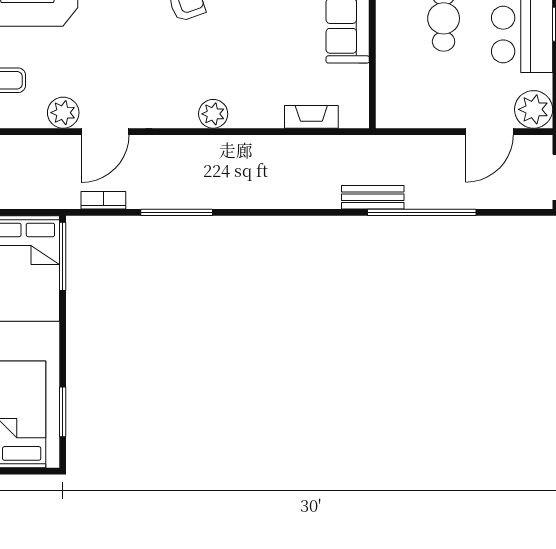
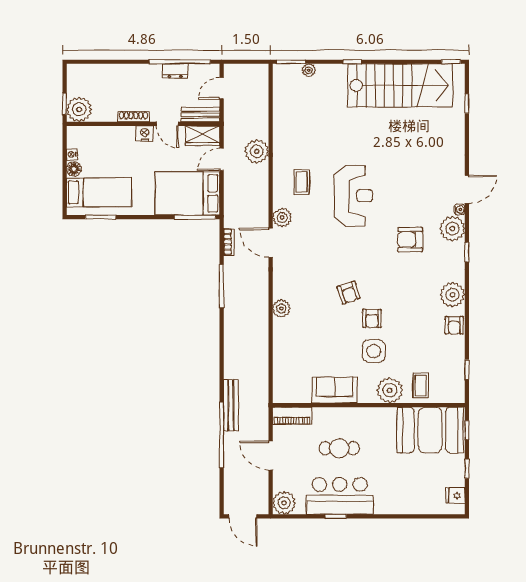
piano: (390, 96) -> (292, 416), added
fireplace: (311, 117) -> (280, 368), removed
door: (489, 132) -> (271, 456), moved
bench: (373, 197) -> (231, 405), width x1.36

